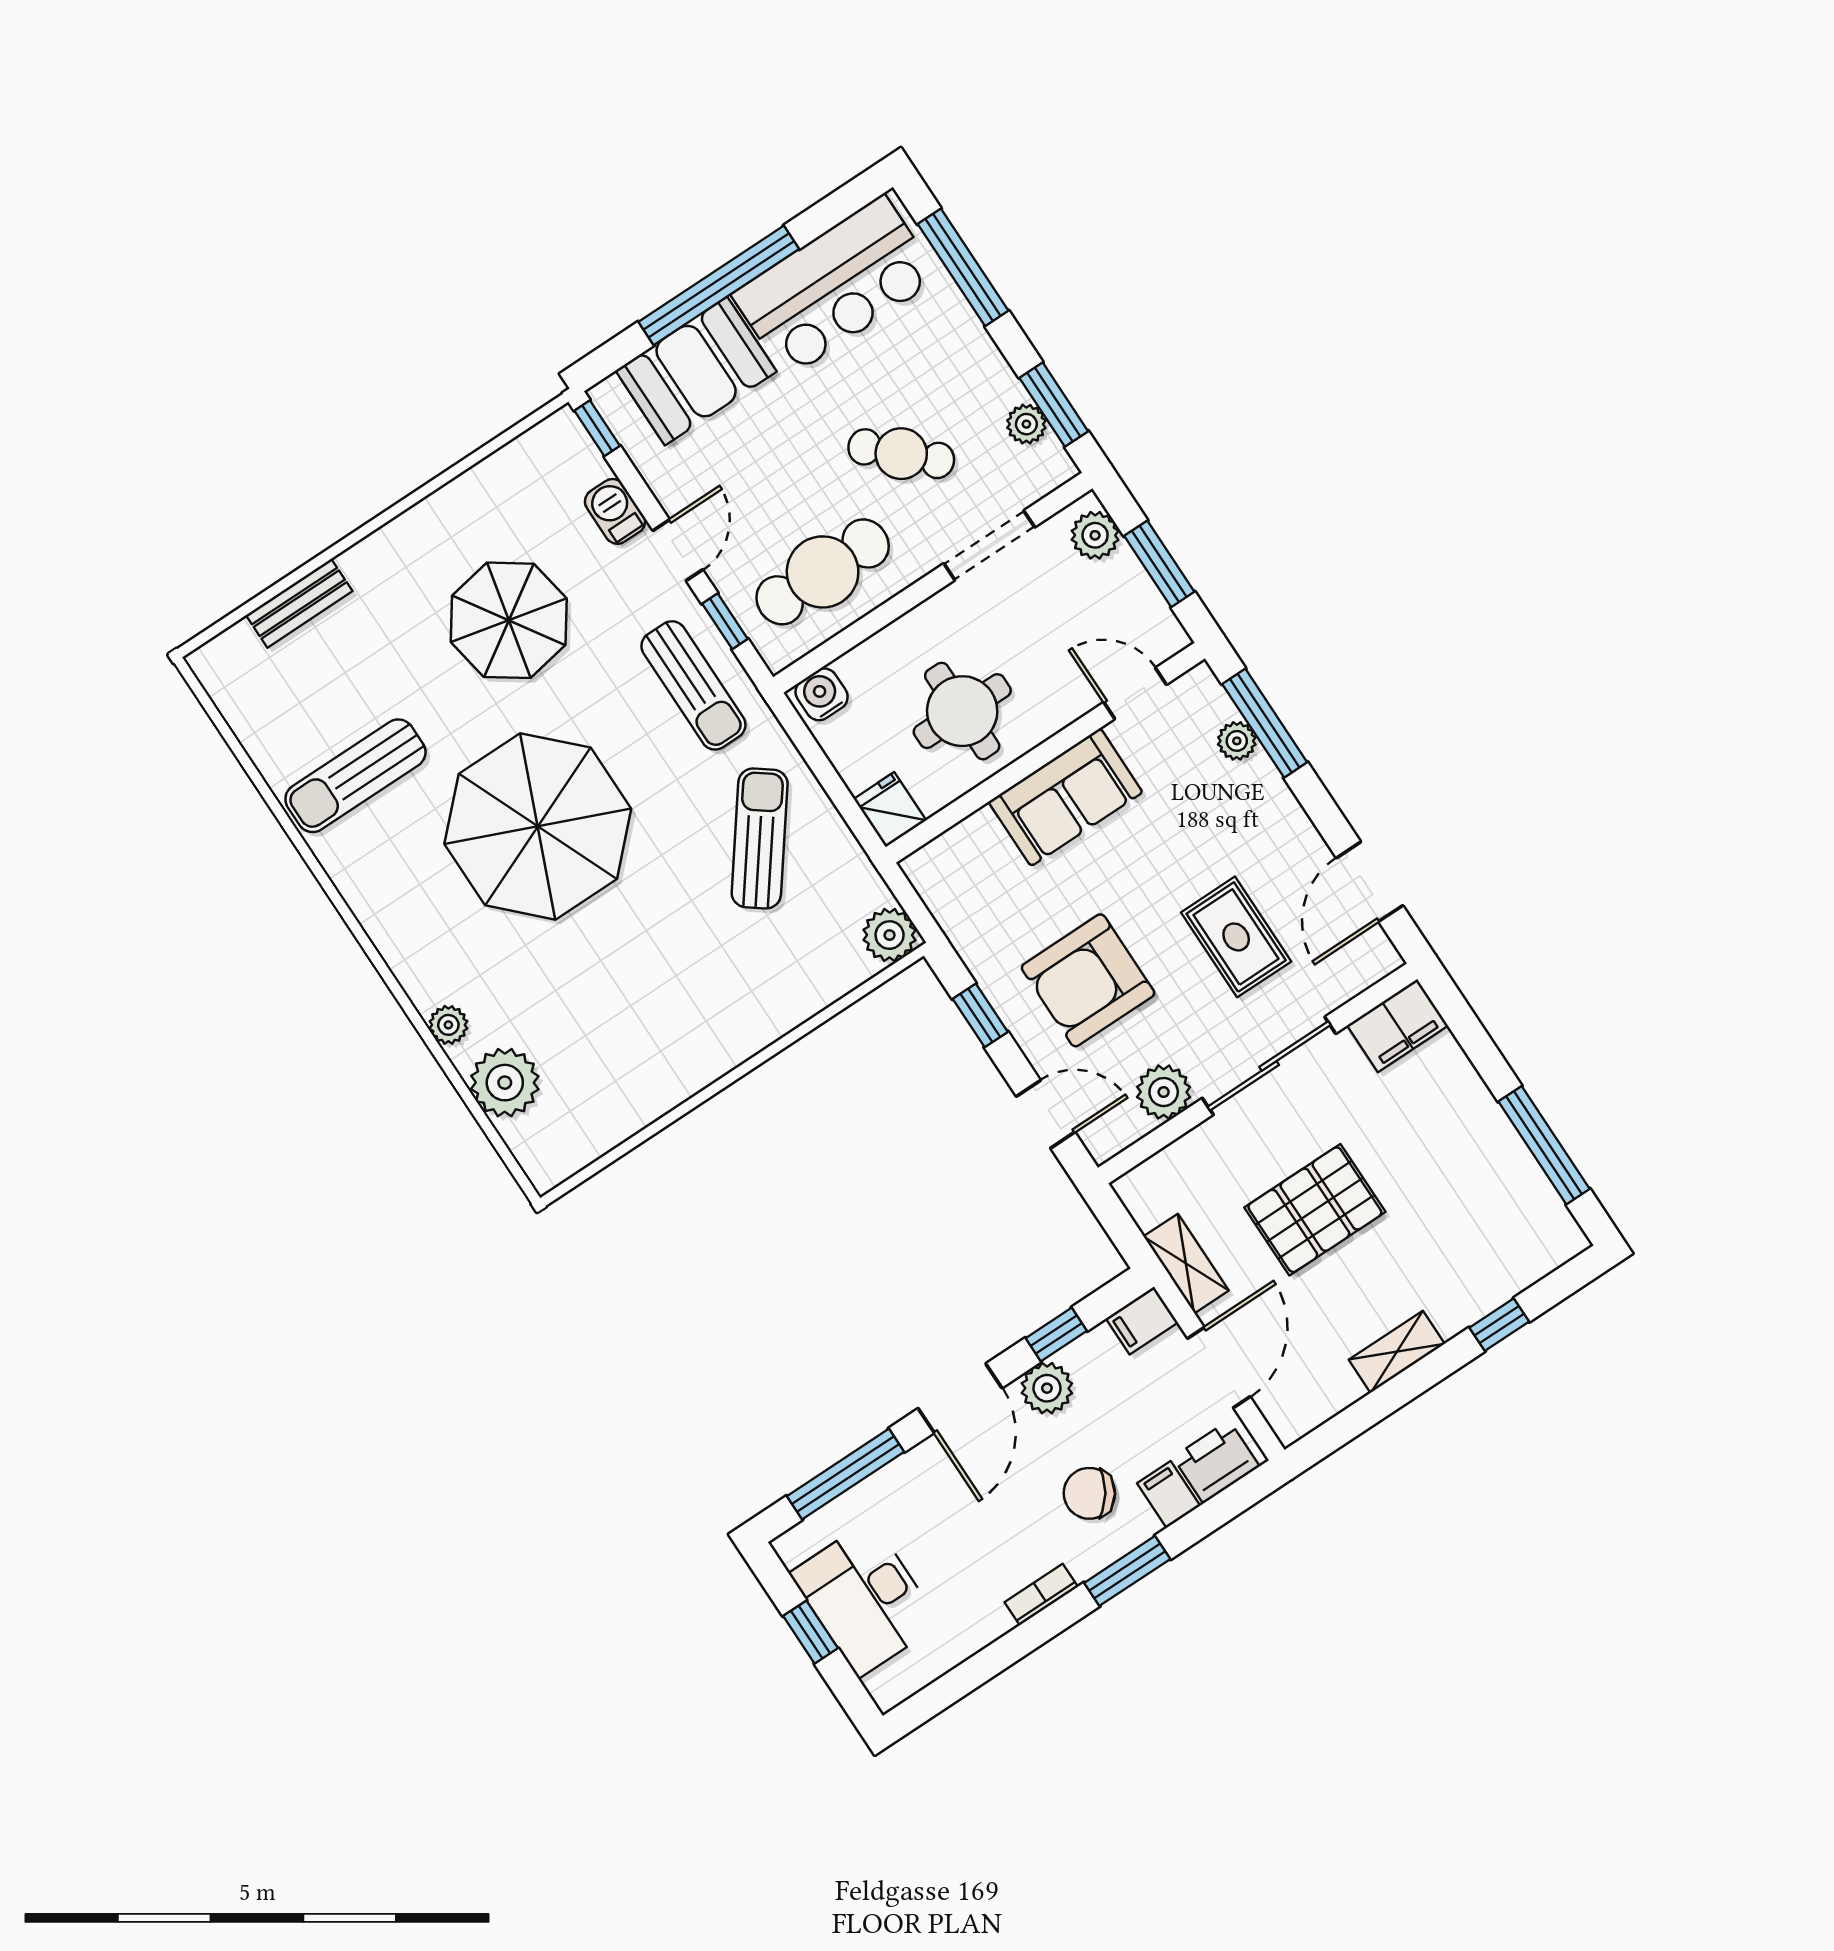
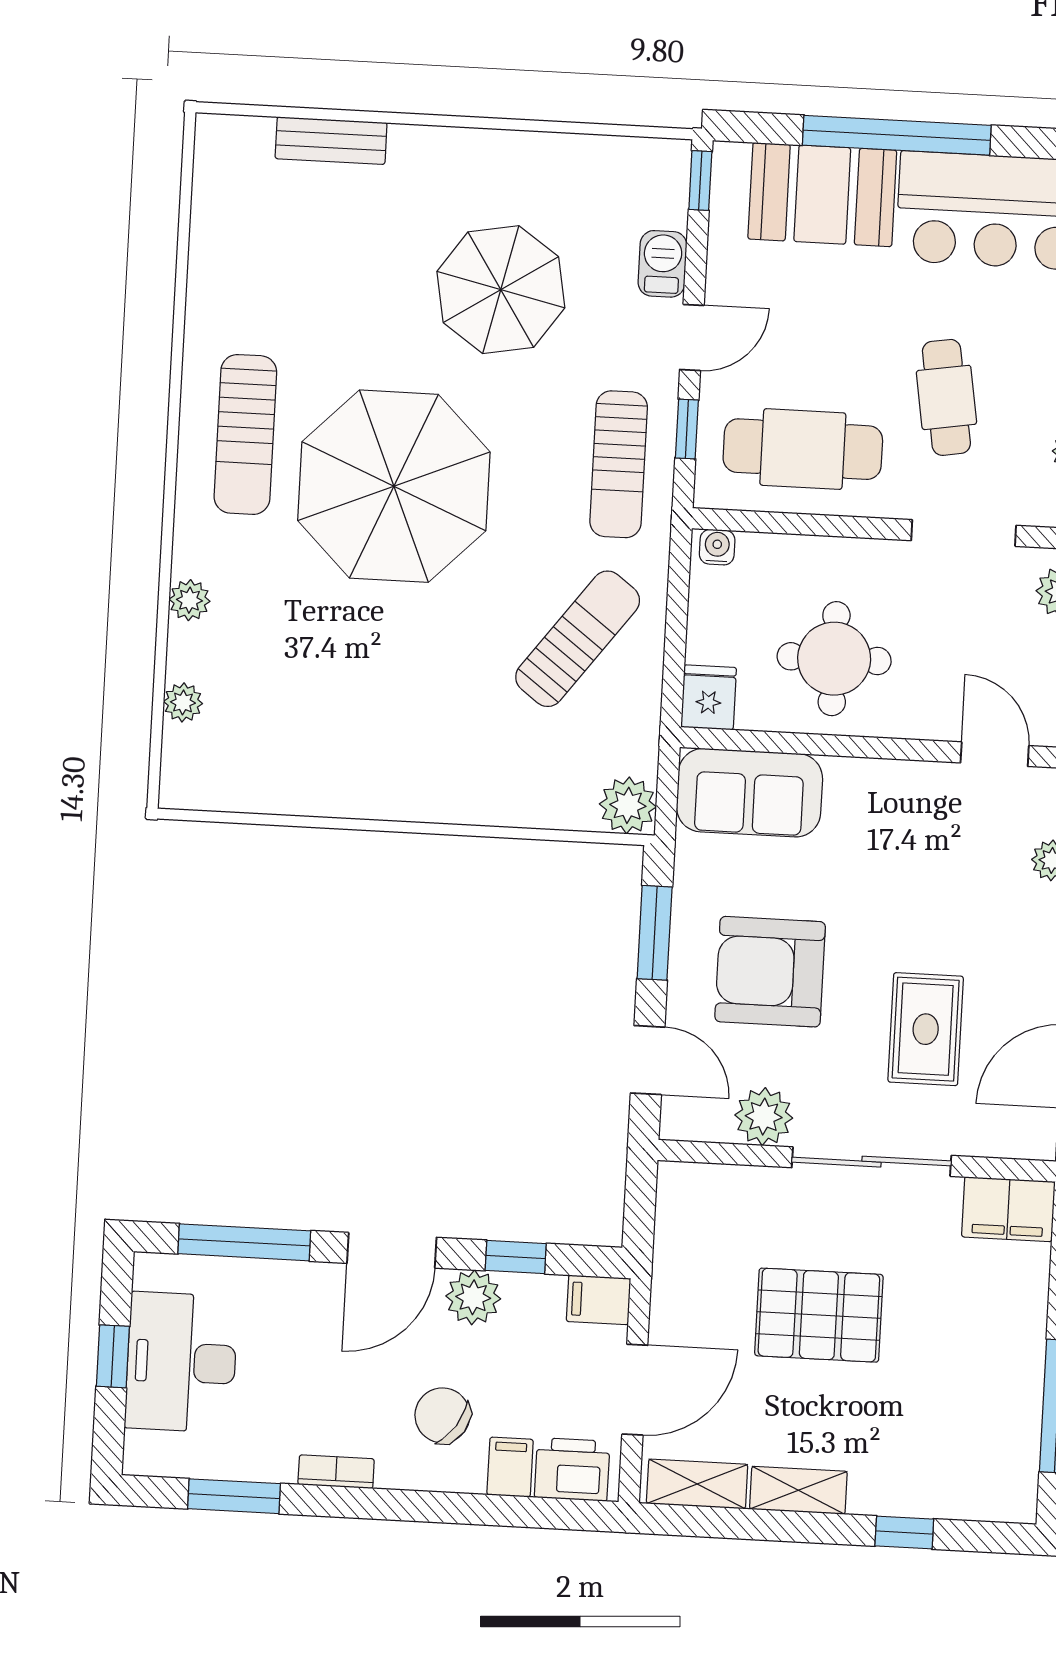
cafe table: (901, 454) -> (946, 397), turned 37
water cooler: (822, 694) -> (717, 547), width x0.72, depth x0.72
sun lounger: (355, 776) -> (245, 434), moved, turned -90
sofa: (1065, 797) -> (749, 793), moved
window: (980, 1015) -> (655, 933), width x1.50
plant: (505, 1083) -> (183, 702), width x0.53, depth x0.53
shelving: (1186, 1264) -> (697, 1484), moved, turned 90
window: (1127, 1571) -> (234, 1496), moved

